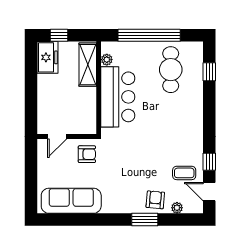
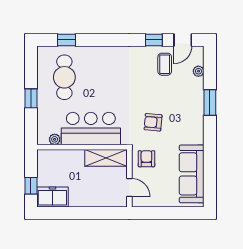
window: (149, 35) -> (31, 98), width x0.32
shelving: (88, 65) -> (106, 158), moved
cafe table: (171, 70) -> (64, 77), turned 90
armchair: (155, 200) -> (153, 122), moved

